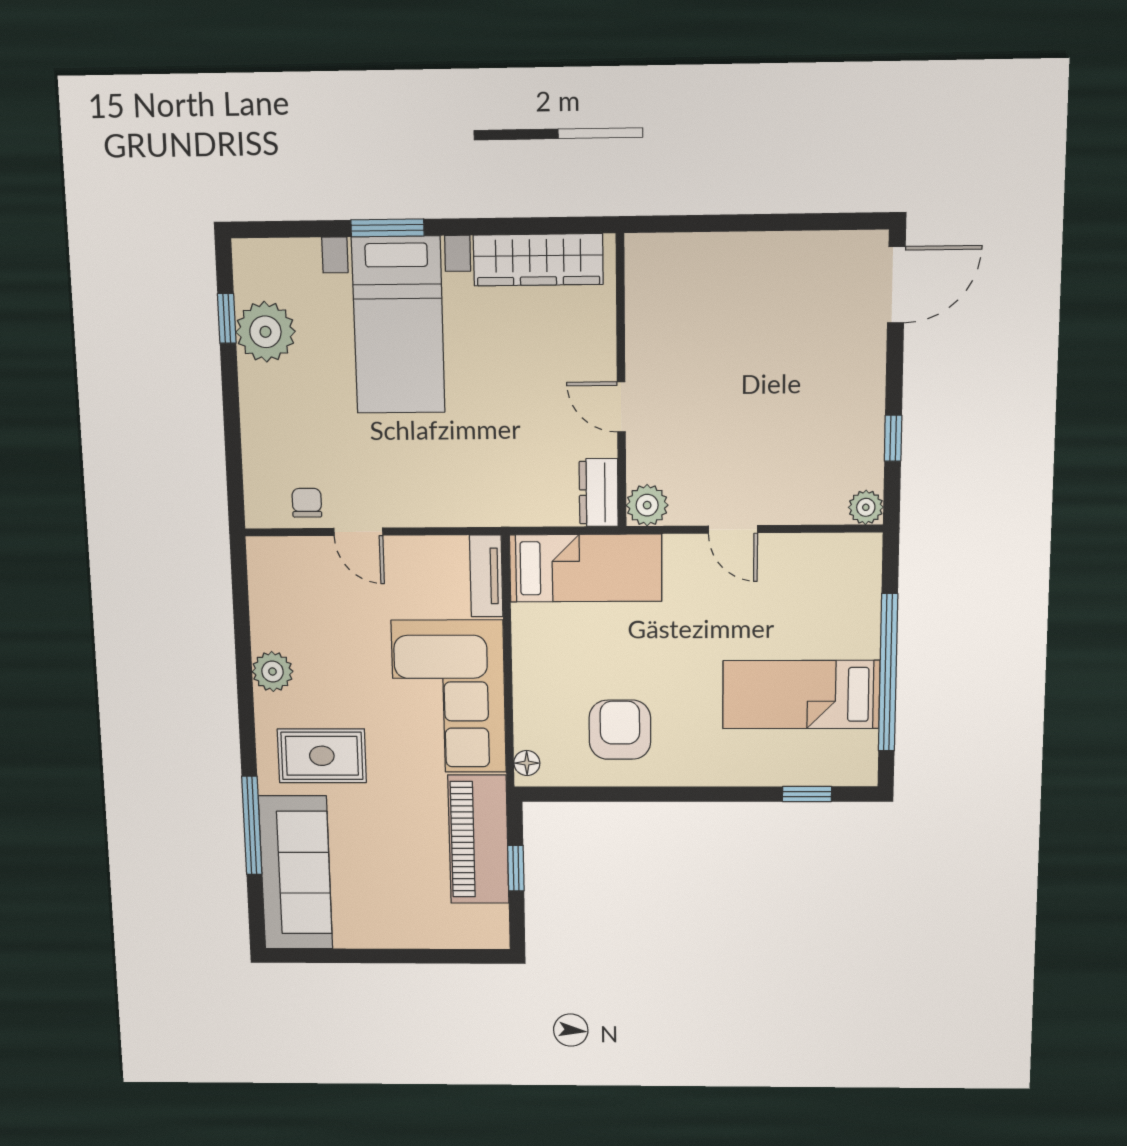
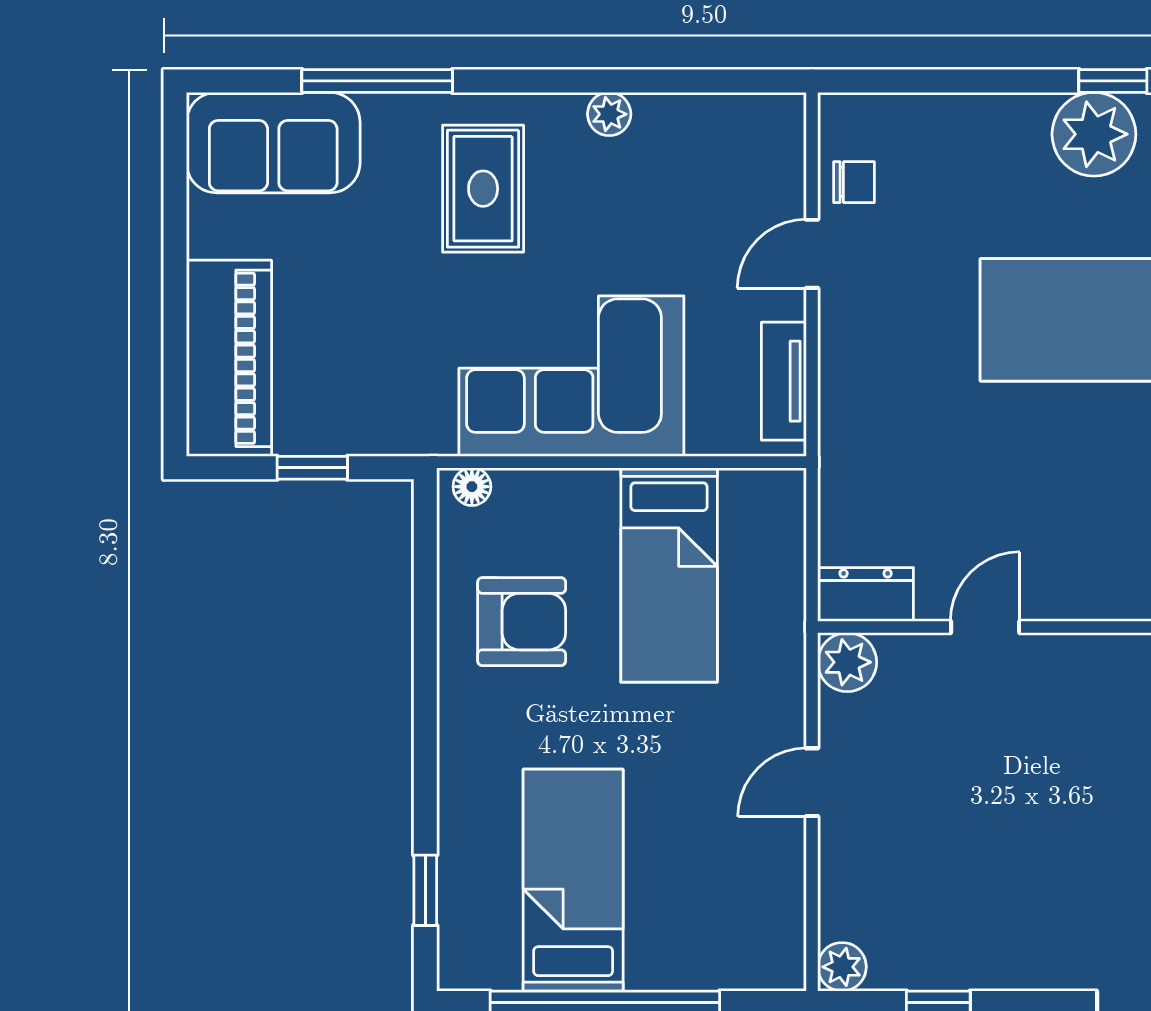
bed: (586, 568) -> (669, 575), moved
tv unit: (486, 576) -> (784, 381), moved, turned -90
plant: (272, 672) -> (609, 114), width x0.73, depth x0.73
piano: (478, 839) -> (229, 358), moved, turned 90
sofa: (296, 873) -> (273, 143), width x0.73

